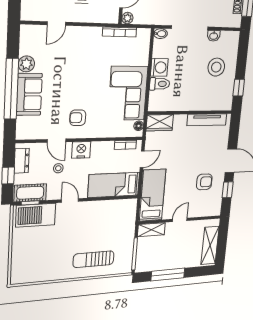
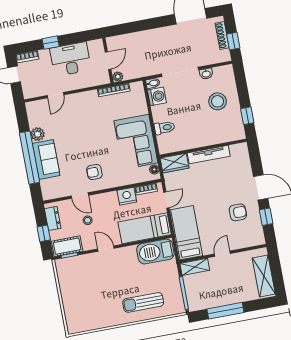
washing machine: (159, 67) -> (157, 96), moved
tv unit: (207, 120) -> (209, 155), moved
nightstand: (81, 150) -> (127, 196), moved
barbecue: (36, 215) -> (155, 252), moved

